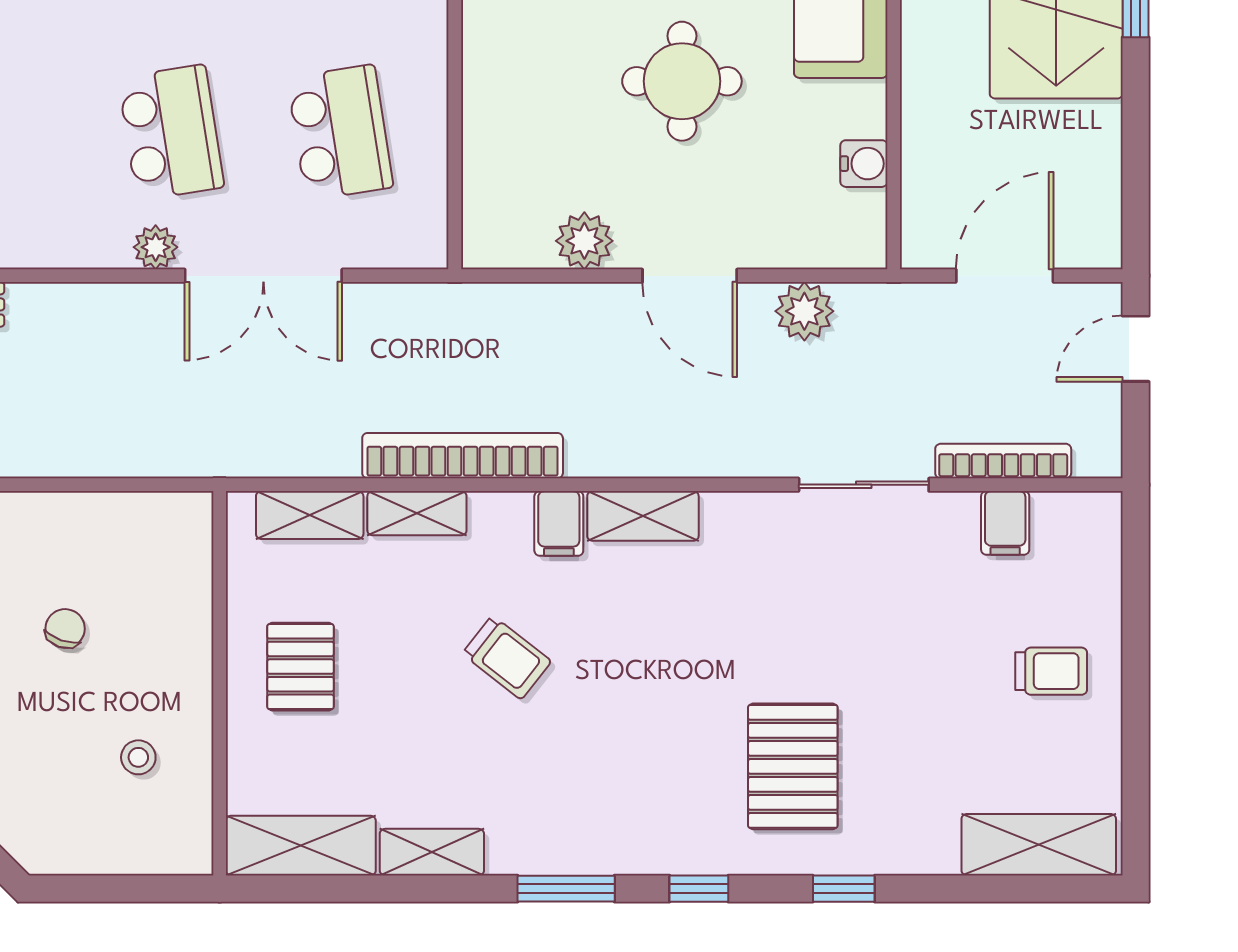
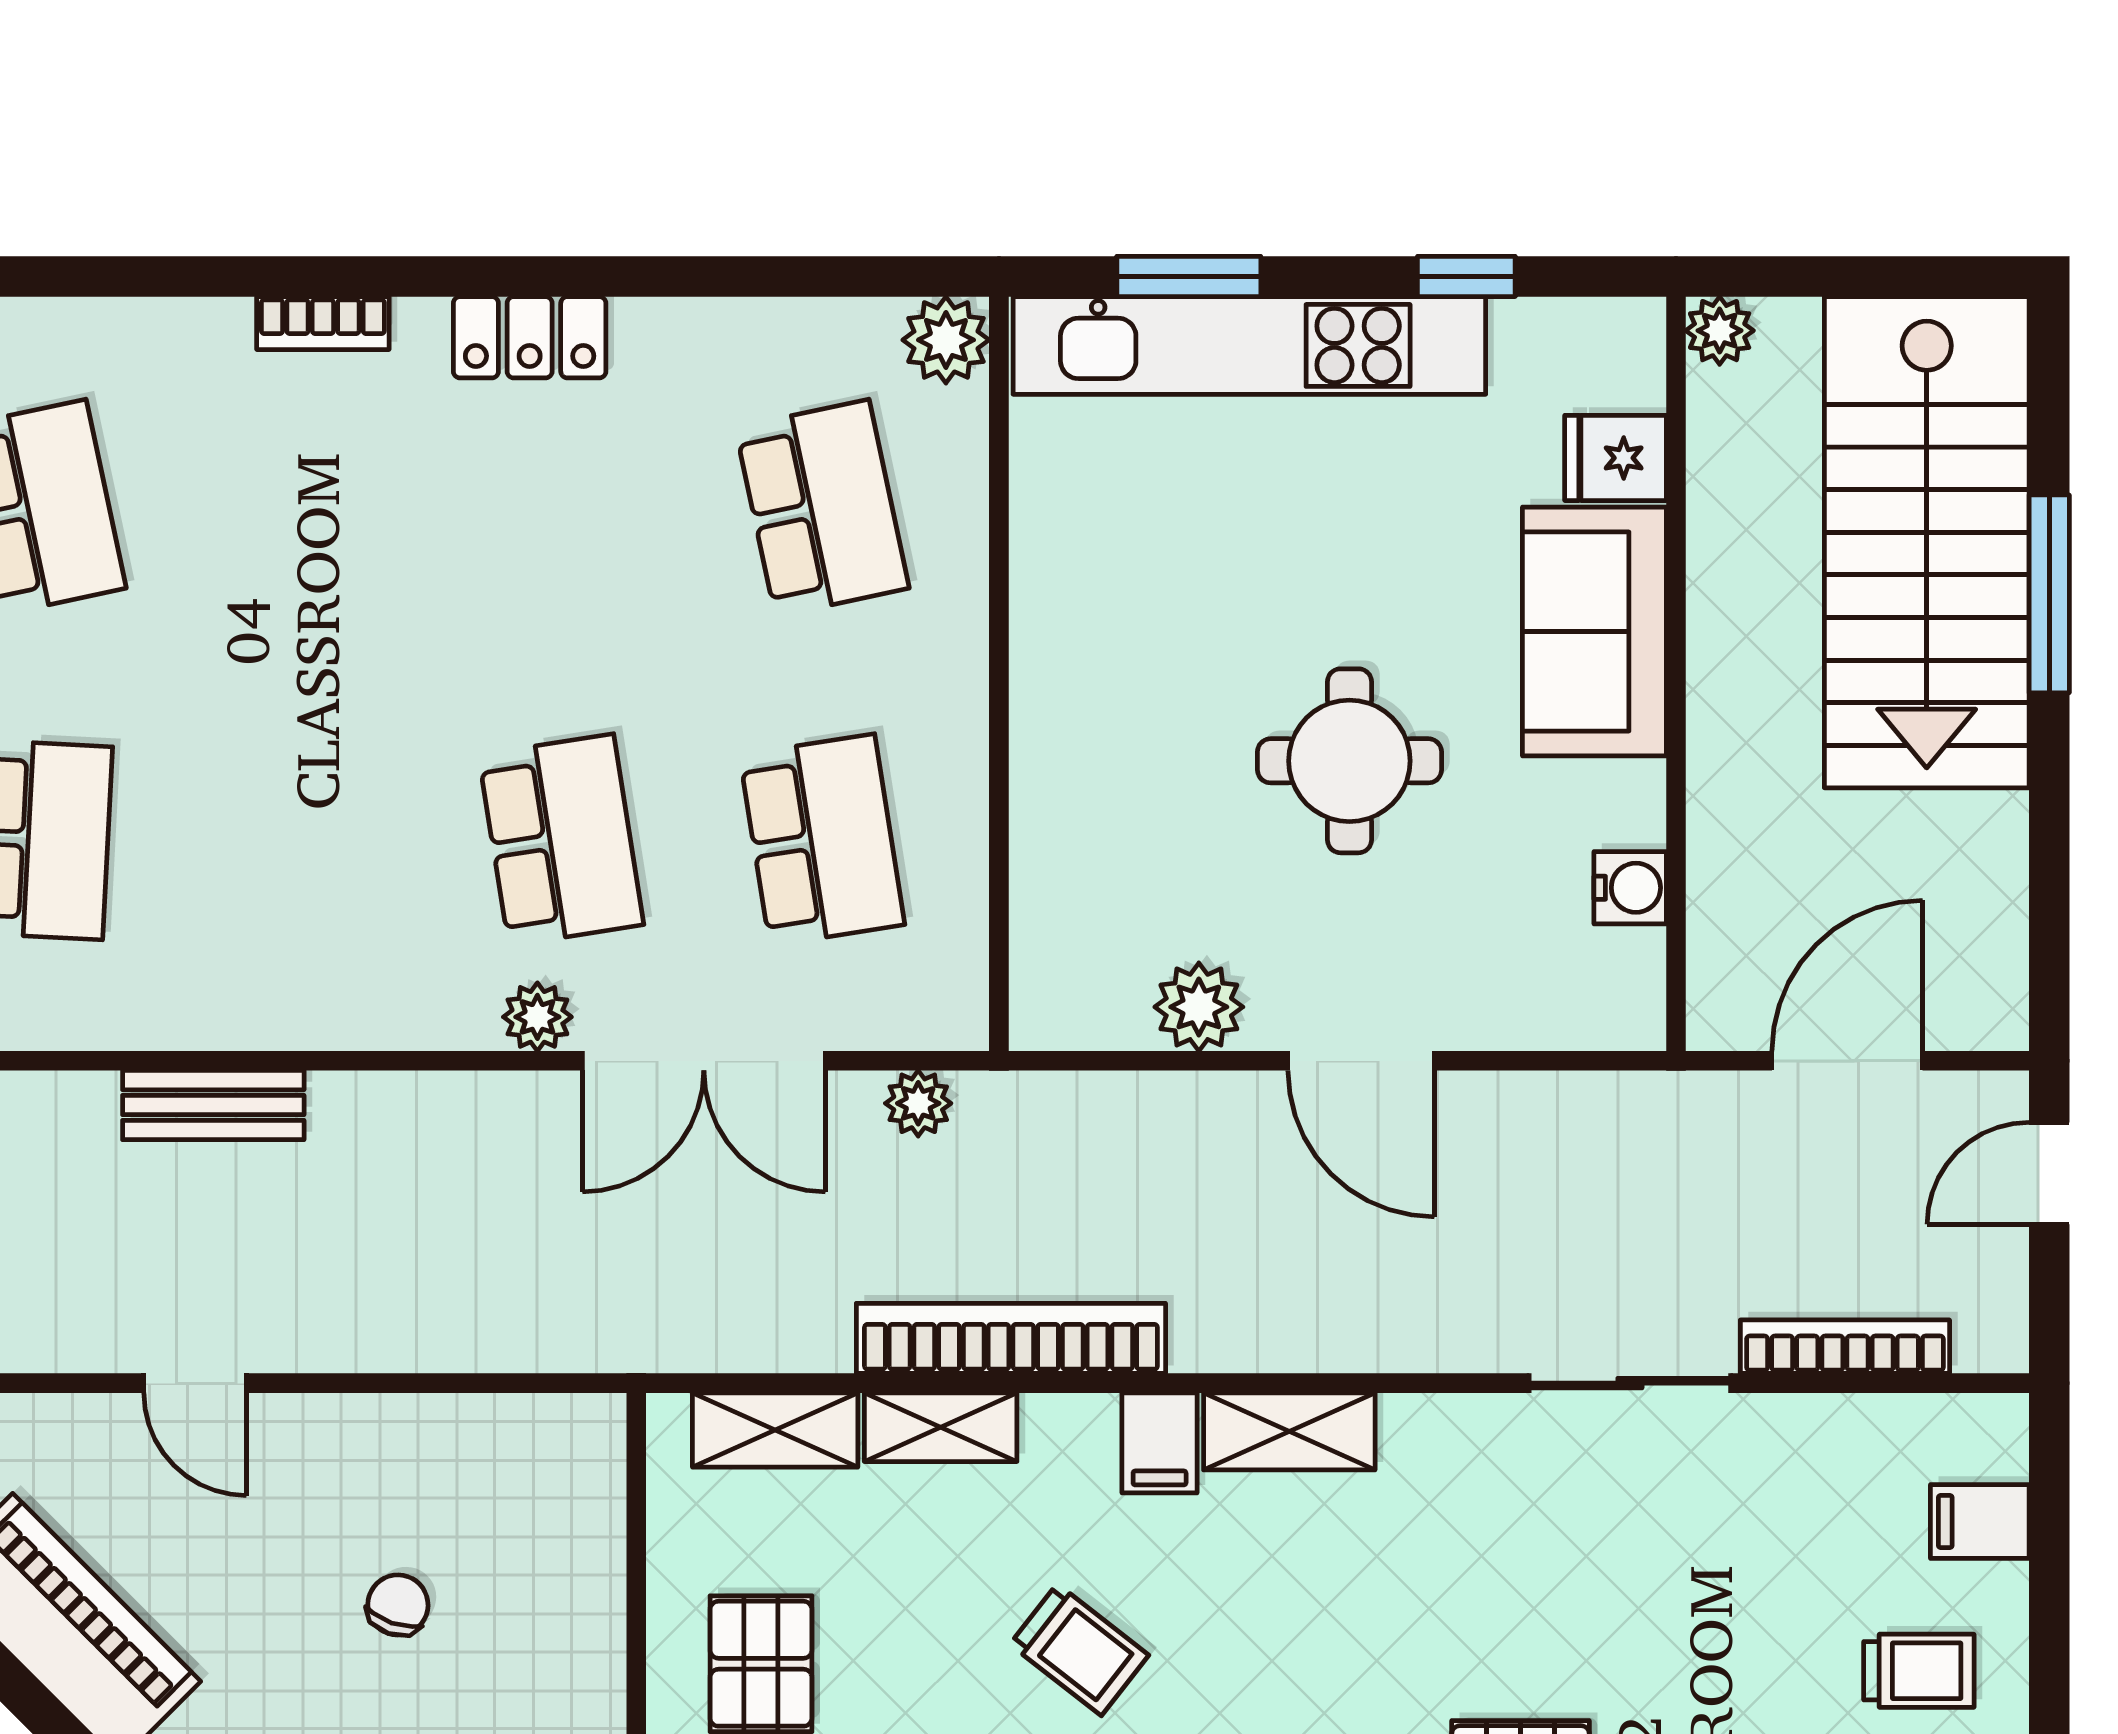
plant: (804, 311) -> (918, 1103), moved, width x0.73, depth x0.73
filing cabinet: (1005, 523) -> (1980, 1521), moved, turned 90

